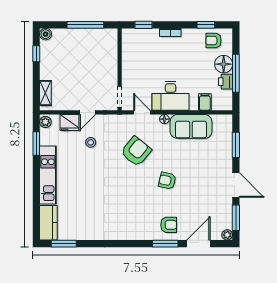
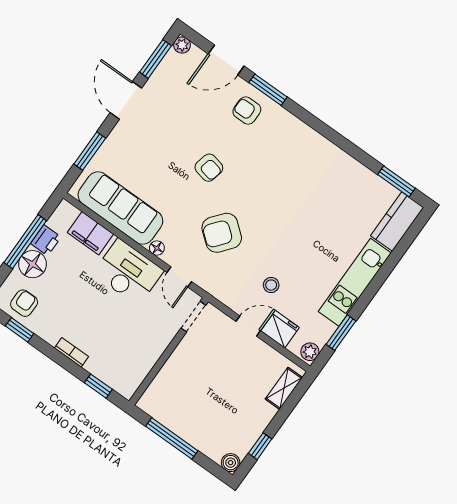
armchair: (213, 41) -> (24, 303), turned -90
filing cabinet: (205, 102) -> (90, 233), width x2.00
sofa: (191, 126) -> (120, 208), width x1.36

